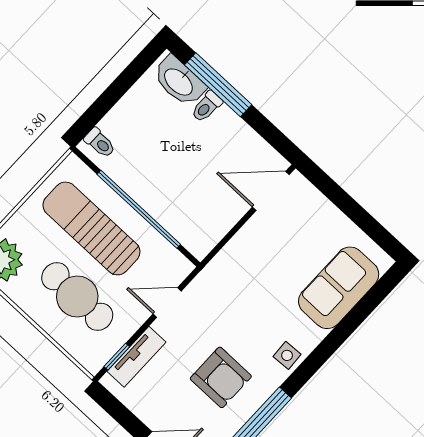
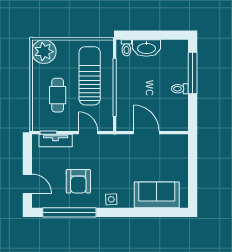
washbasin: (179, 81) -> (146, 48), moved, turned -90
toilet: (207, 107) -> (180, 89), moved
door: (271, 191) -> (146, 133), moved
cafe table: (77, 297) -> (58, 95), width x0.73, depth x0.74

